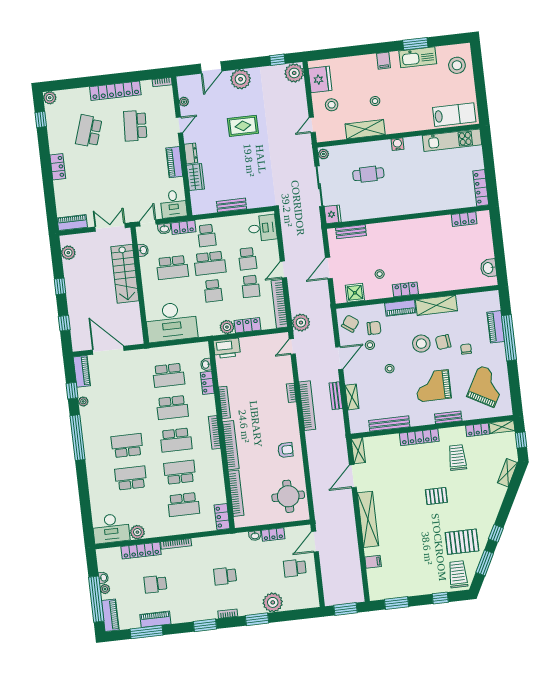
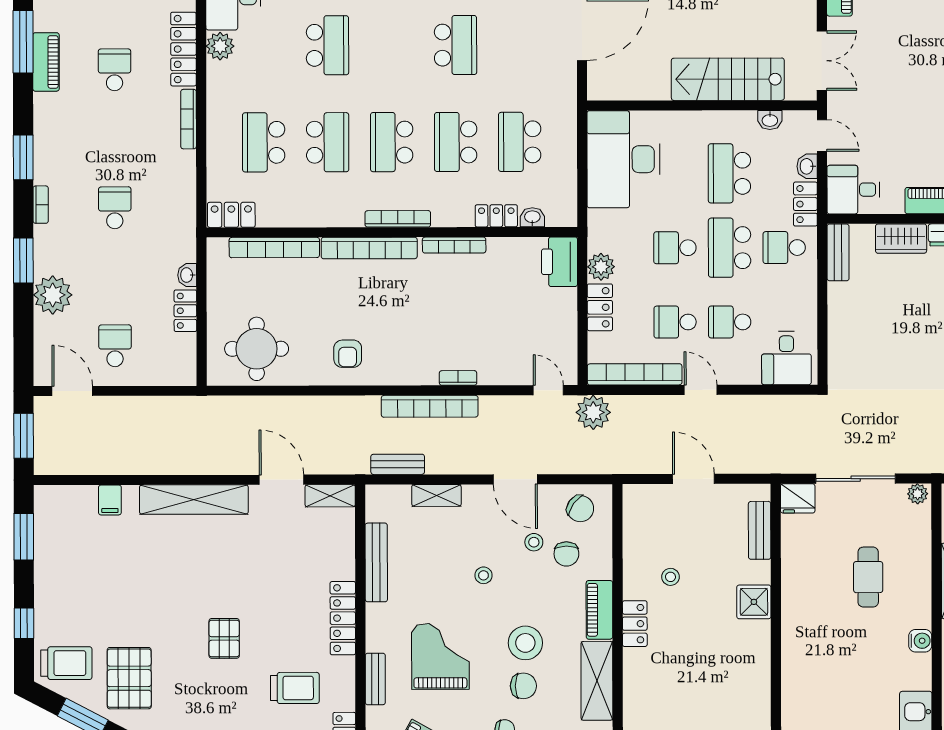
bench: (231, 205) -> (838, 252), moved
shower: (355, 293) -> (754, 602), moved
chair: (443, 342) -> (523, 686), turned 97
bench: (336, 396) -> (398, 464), moved
school desk: (127, 446) -> (456, 45), moved
door: (315, 542) -> (72, 391), moved

